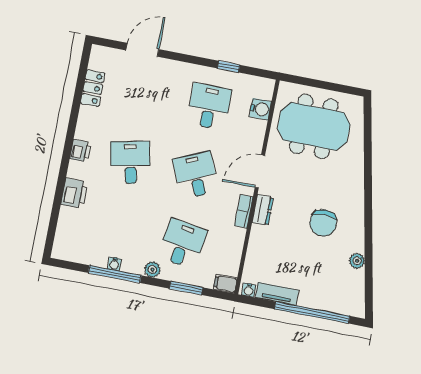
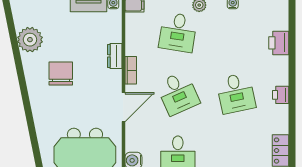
printer: (74, 193) -> (279, 43), moved
dresser: (263, 210) -> (115, 56), moved
plant: (357, 261) -> (30, 40), width x1.88, depth x1.88

